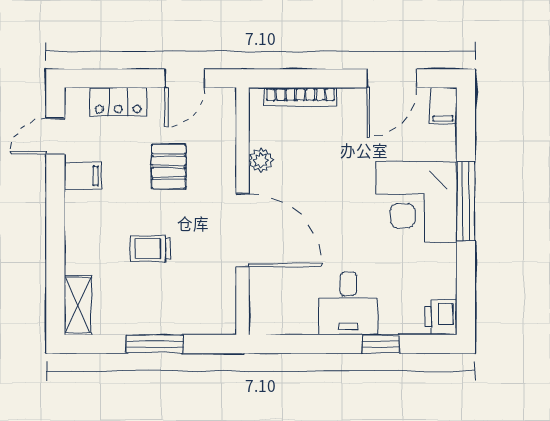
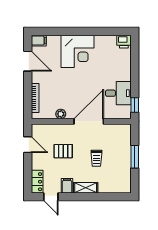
locker: (118, 102) -> (37, 182), moved
window: (466, 201) -> (77, 31), removed
desk: (348, 303) -> (118, 93), moved
shelving: (78, 305) -> (86, 188), moved
window: (381, 344) -> (135, 105), moved

